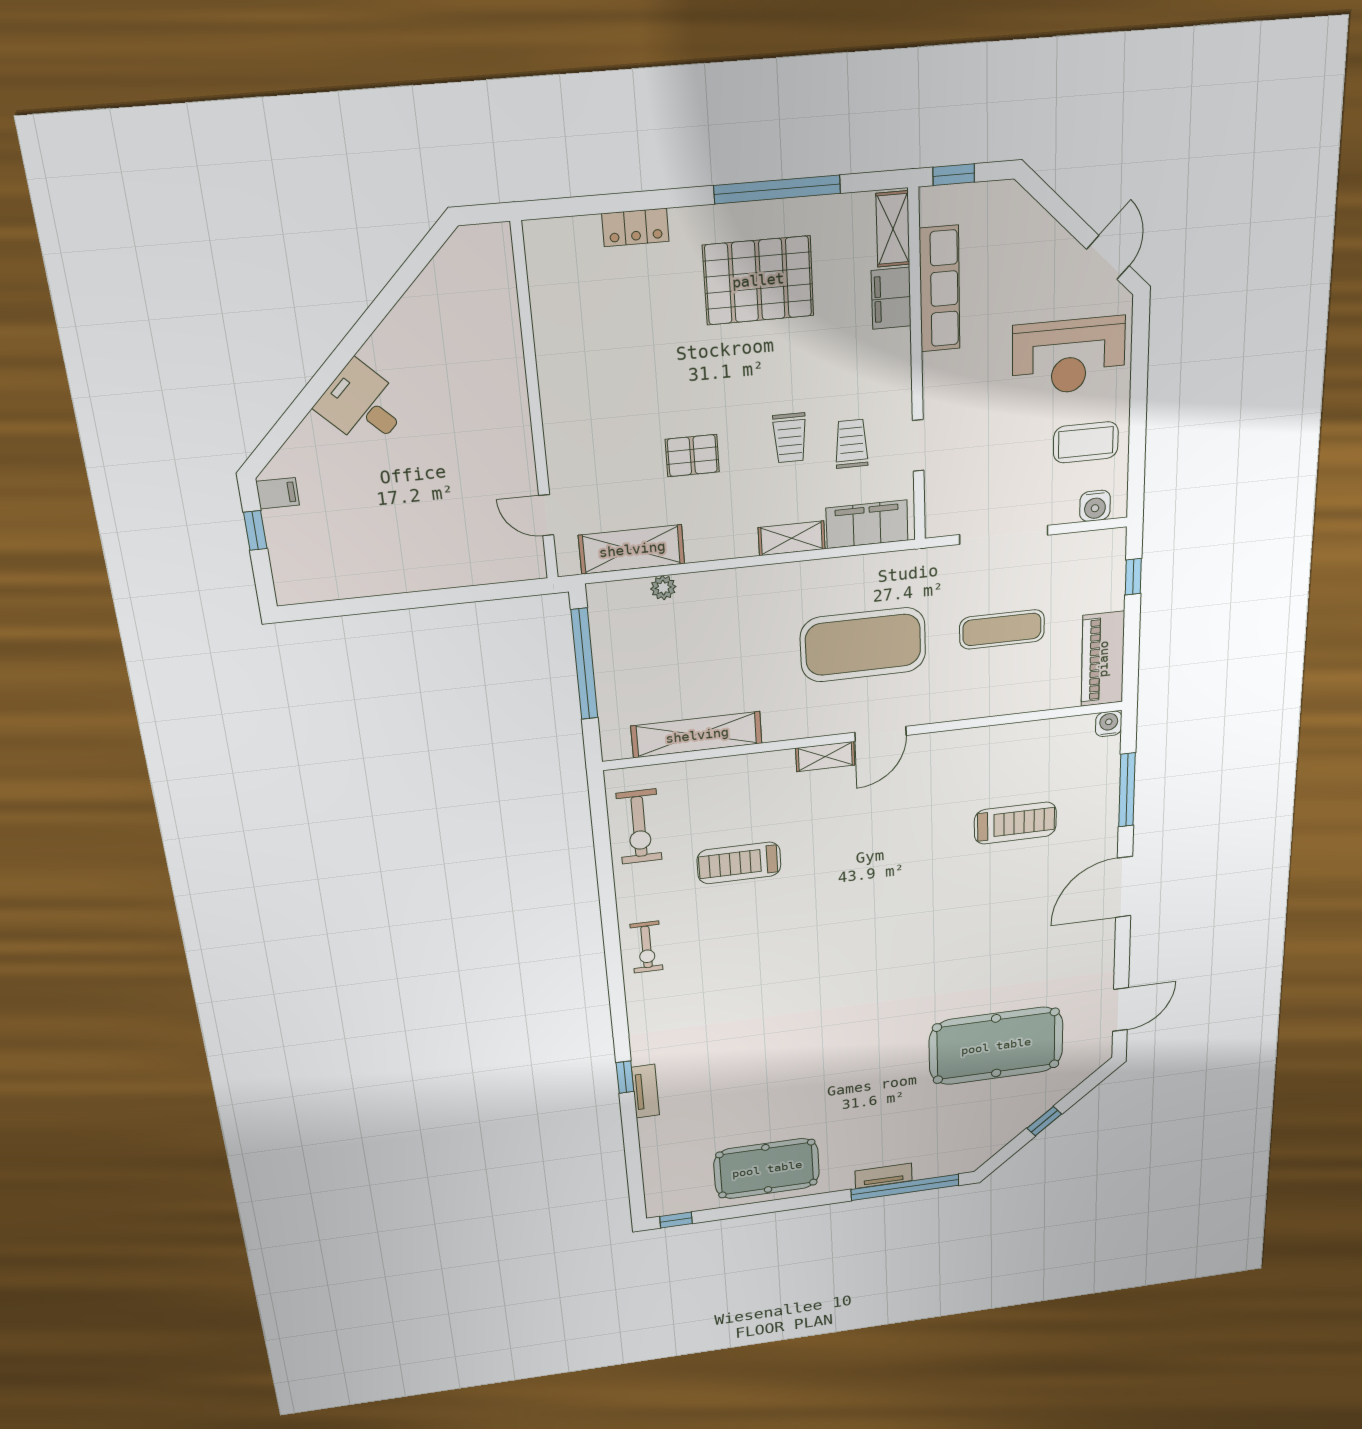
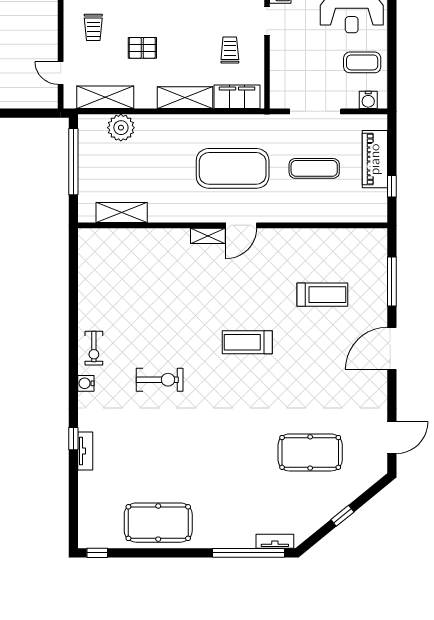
trolley: (790, 438) -> (93, 27), moved
doorway: (918, 445) -> (267, 21), moved
shelving: (792, 538) -> (185, 98), width x1.50, depth x1.33
window: (1133, 577) -> (392, 186), moved
plant: (663, 588) -> (121, 128), width x1.87, depth x1.87
piano: (1103, 659) -> (375, 159), moved
water cooler: (1109, 724) -> (86, 383), moved, turned -90
shelving: (697, 735) -> (122, 212), width x0.68
exercise bike: (639, 827) -> (160, 380), moved, turned -90
treadmill: (739, 863) -> (247, 342), moved
pool table: (996, 1046) -> (310, 452), width x0.73, depth x0.76
tv unit: (884, 1176) -> (275, 541), moved

